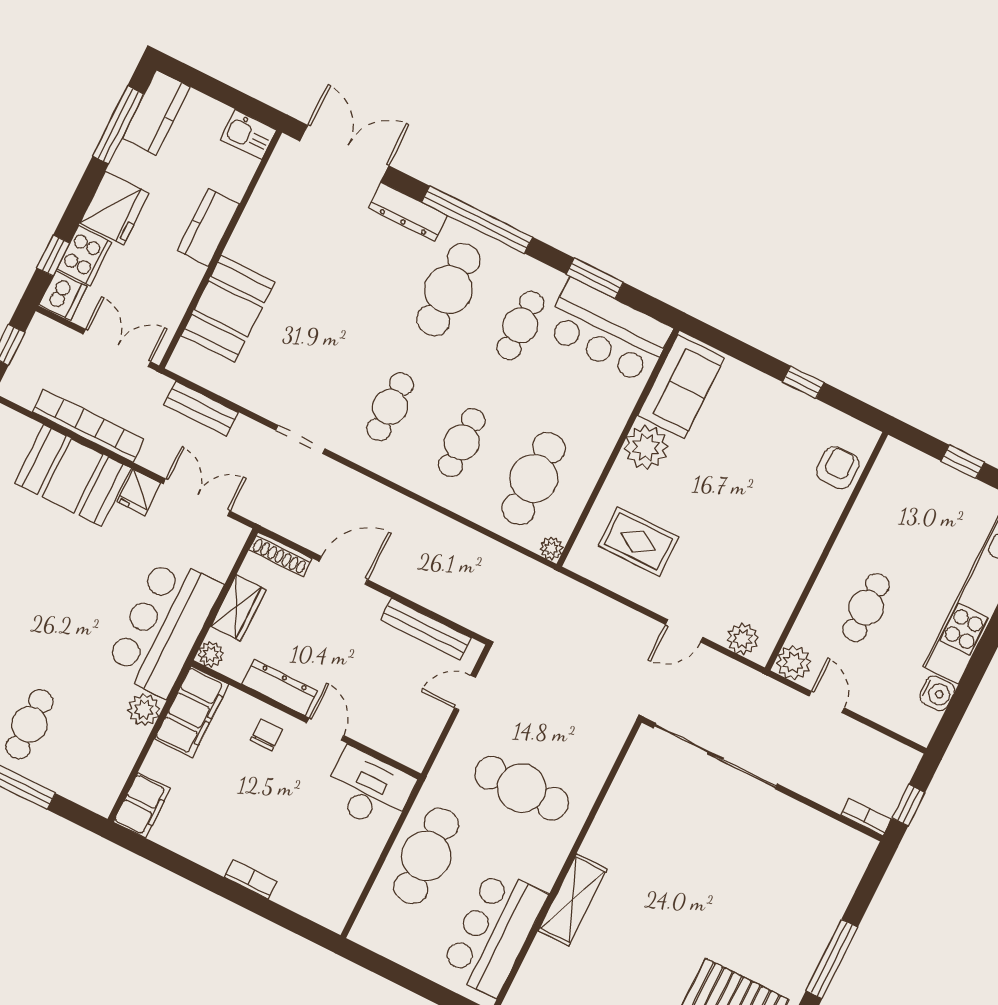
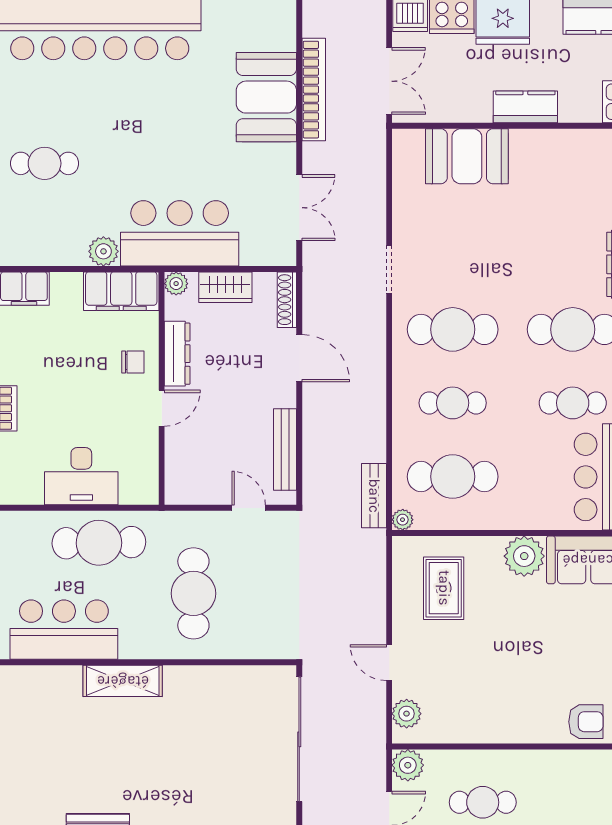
cafe table: (390, 407) -> (453, 329), width x1.37, depth x1.35
bench: (201, 409) -> (374, 496), moved
fridge: (139, 492) -> (280, 158), removed
desk: (369, 789) -> (81, 476), moved, turned 90

